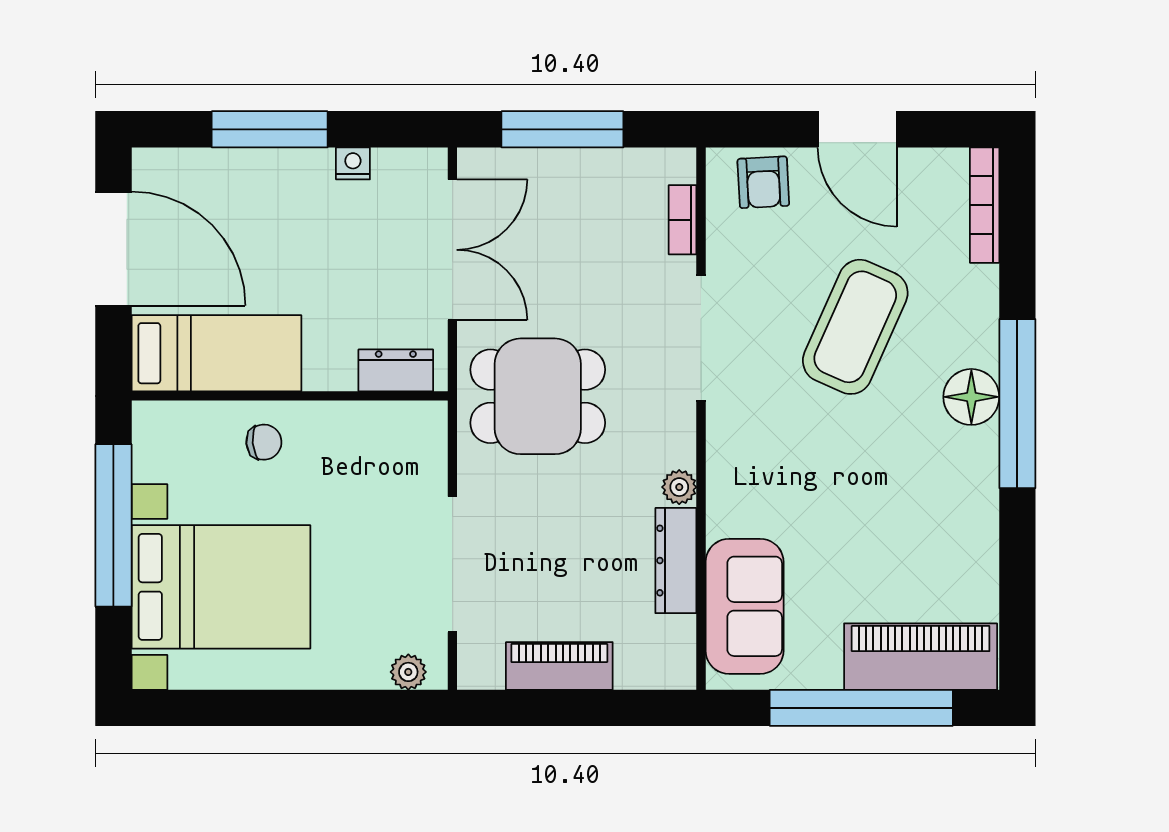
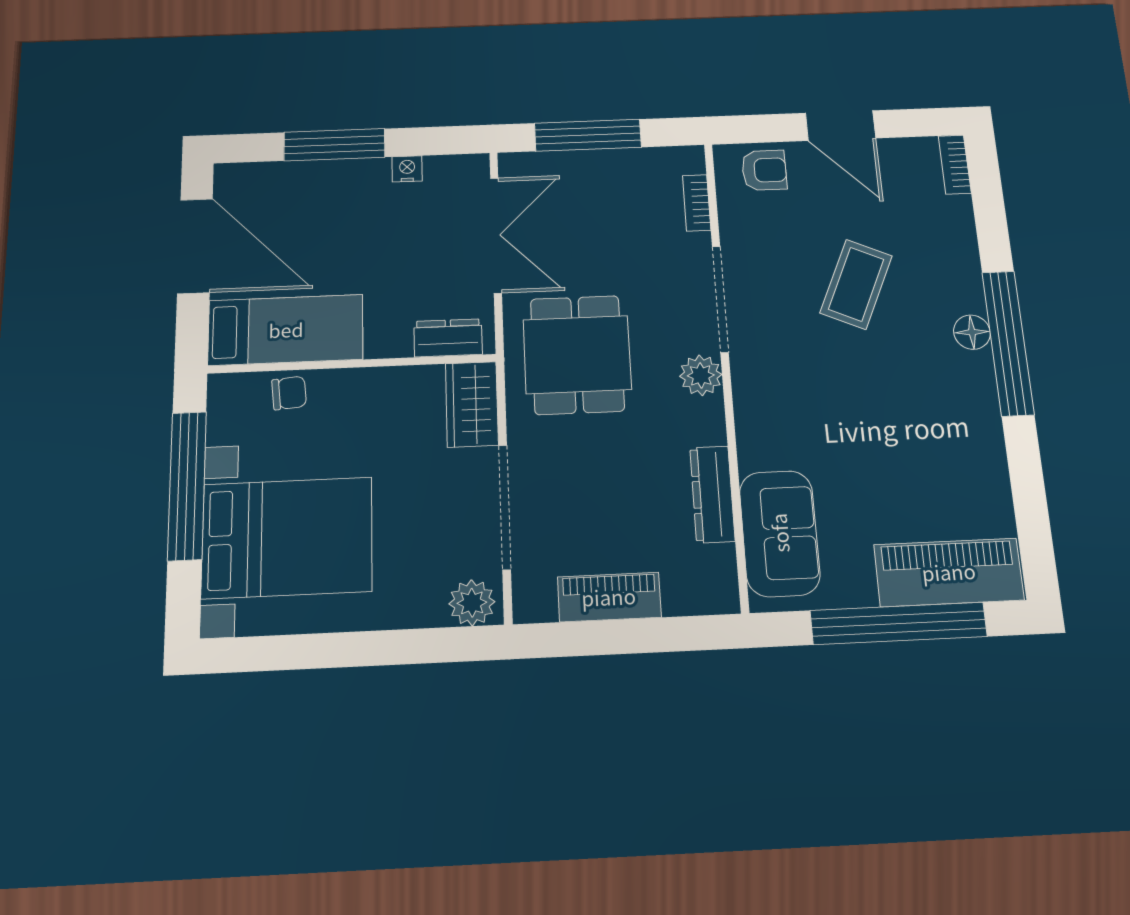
armchair: (763, 182) -> (764, 170), turned -87
bookcase: (985, 205) -> (955, 165), width x0.64
coffee table: (855, 327) -> (856, 284), width x0.73, depth x0.76
dining table: (538, 396) -> (577, 355), turned 90
floor lamp: (971, 397) -> (972, 332), width x0.73, depth x0.73
chair: (264, 442) -> (289, 393), moved
wardrobe: (420, 448) -> (472, 404), added
plant: (679, 487) -> (701, 375), moved, width x1.38, depth x1.38
plant: (408, 672) -> (472, 603), width x1.38, depth x1.38

